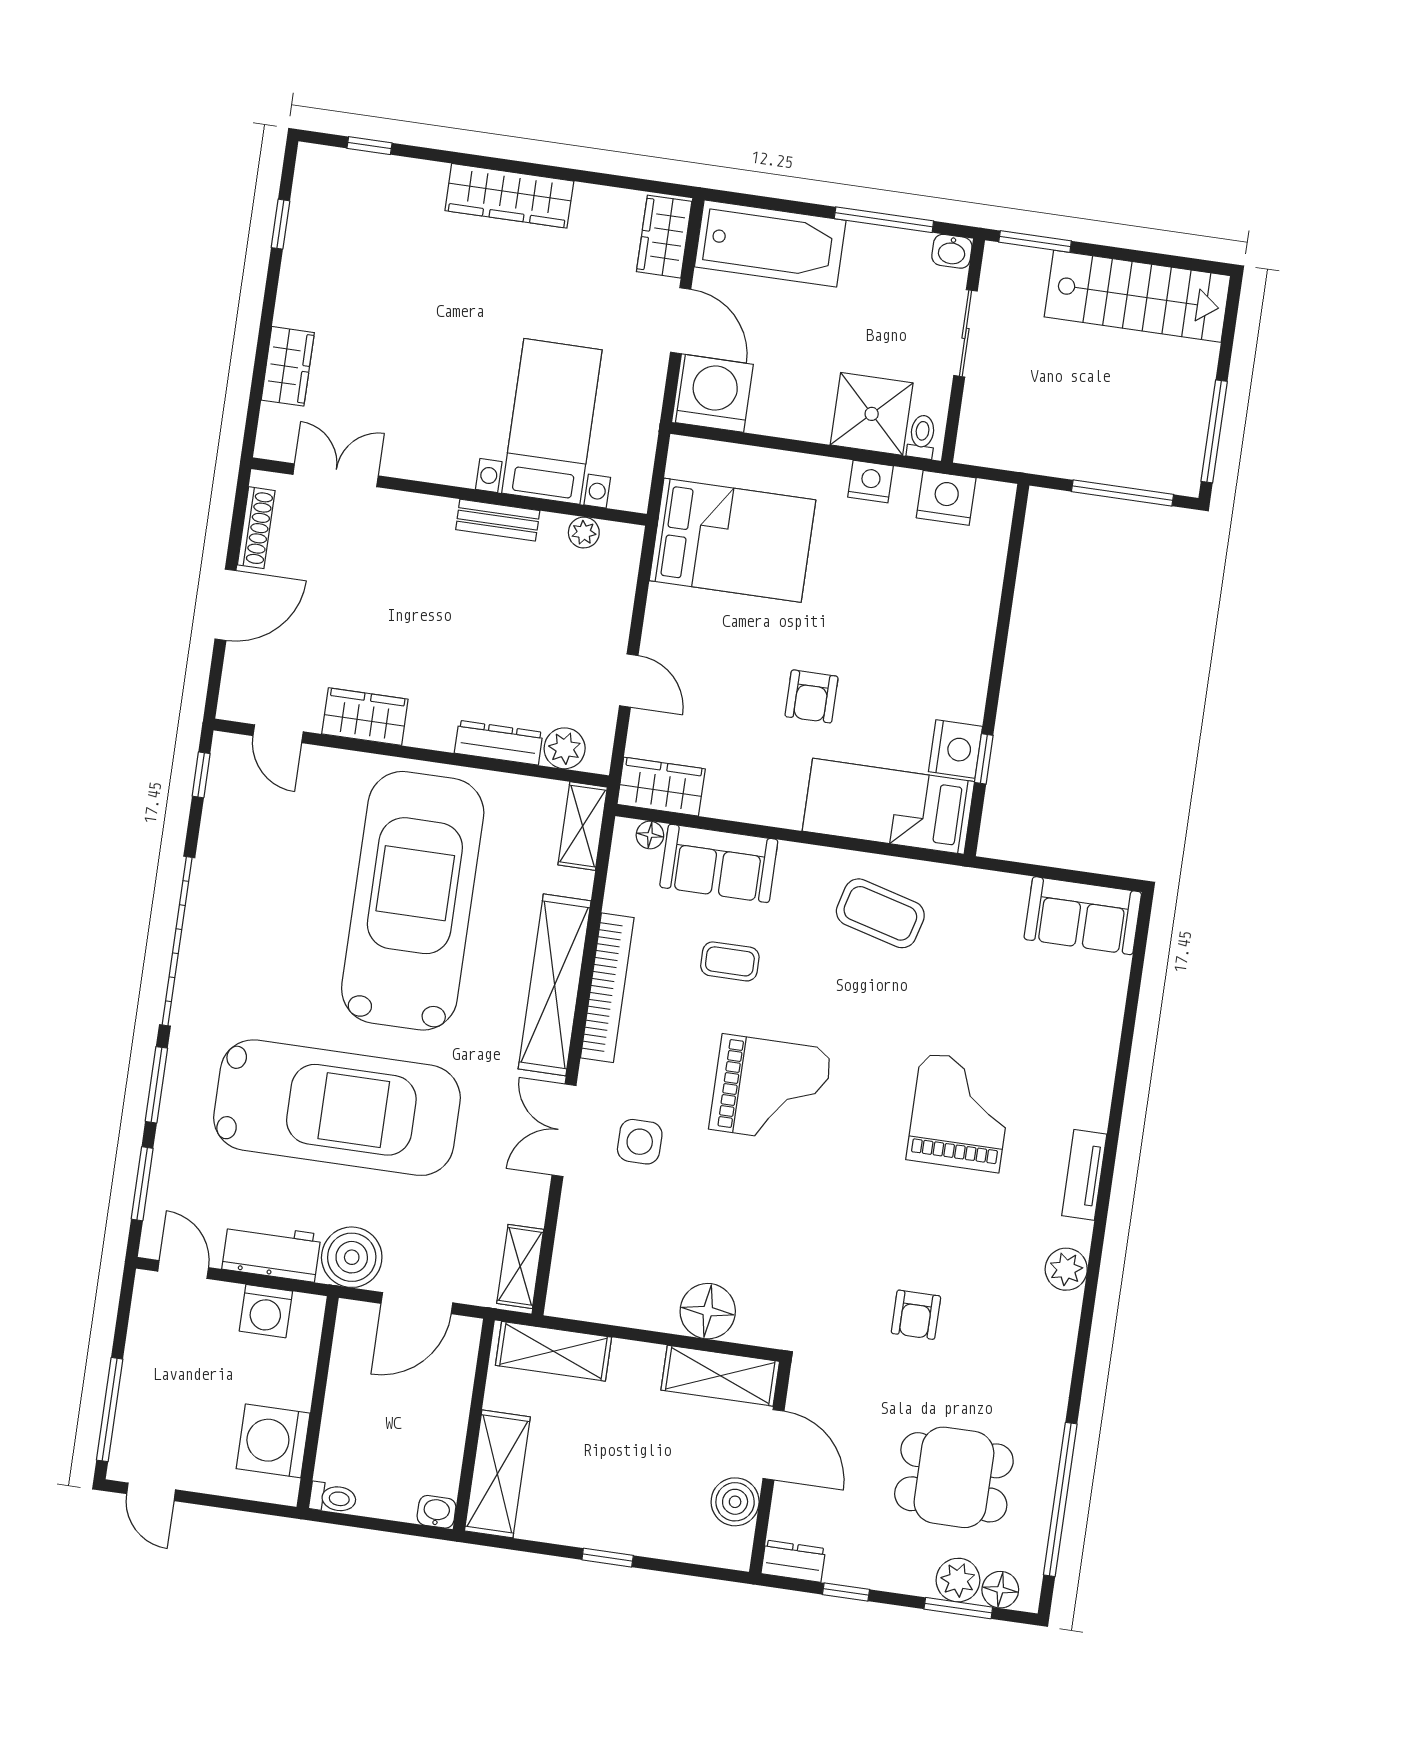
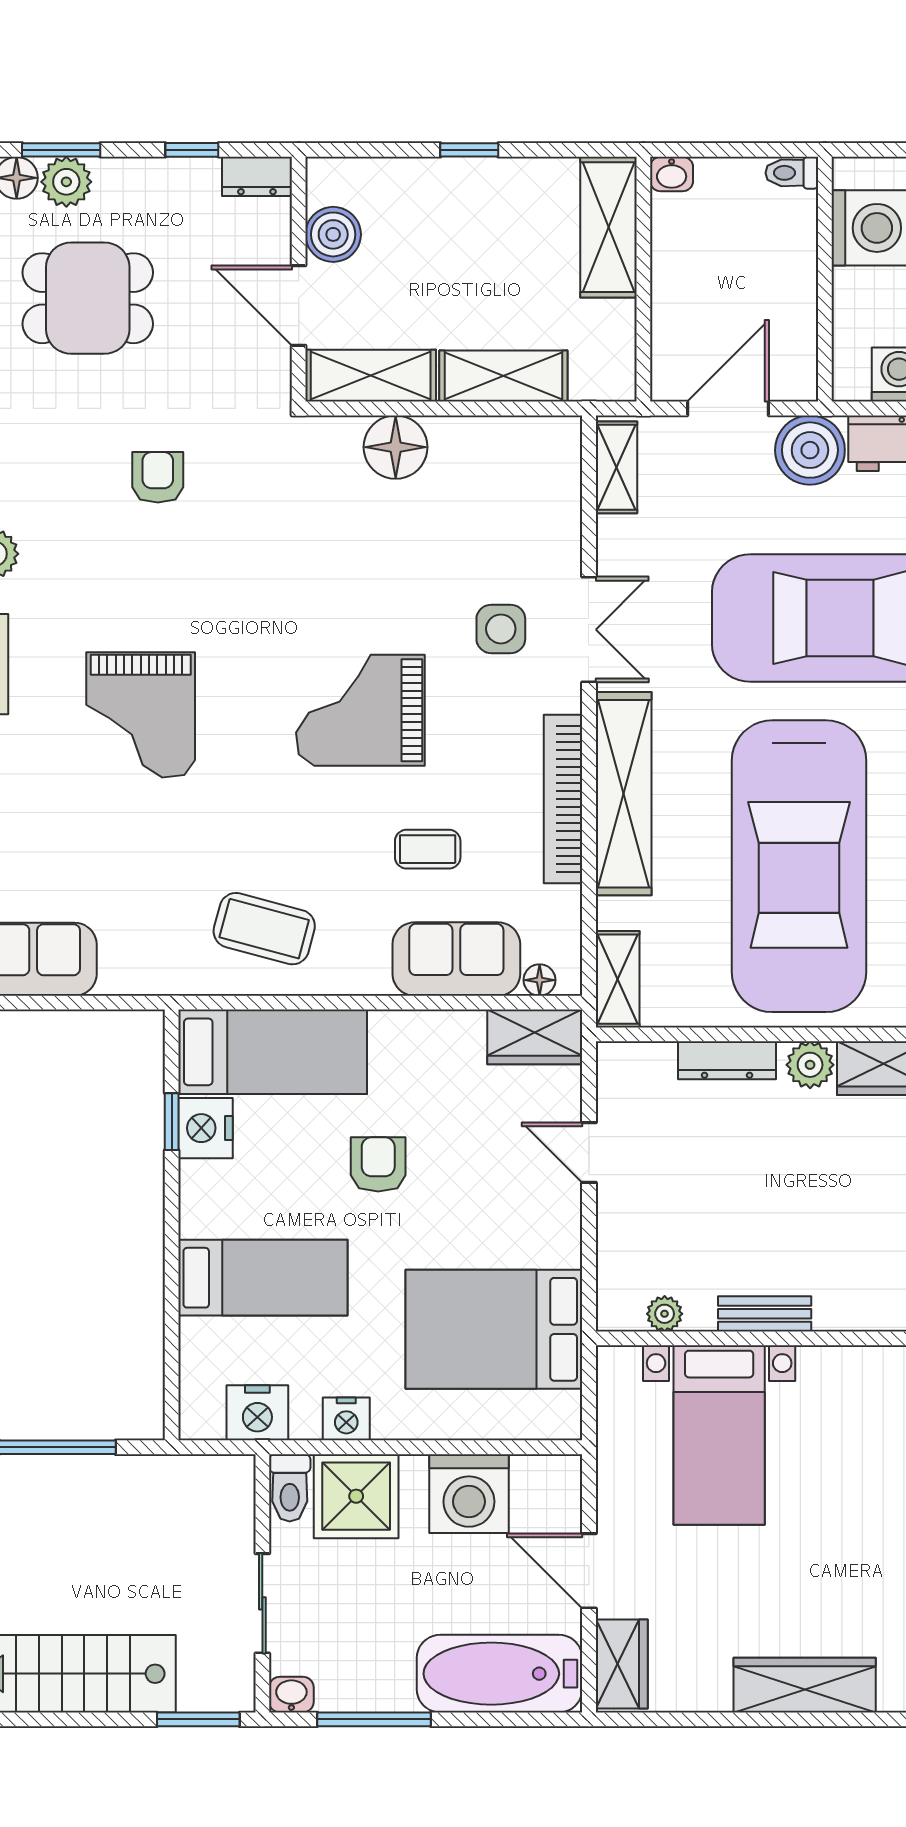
washing machine: (714, 393) -> (469, 1494), moved
toilet: (922, 437) -> (290, 1488), width x1.37, depth x1.39
bed: (925, 613) -> (263, 1278), added
plant: (565, 748) -> (810, 1065), moved
shelving: (553, 1351) -> (503, 376), moved

